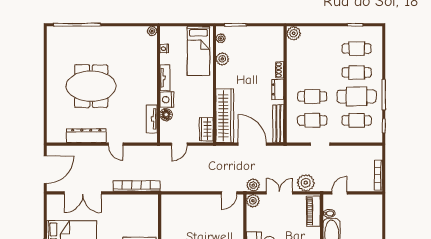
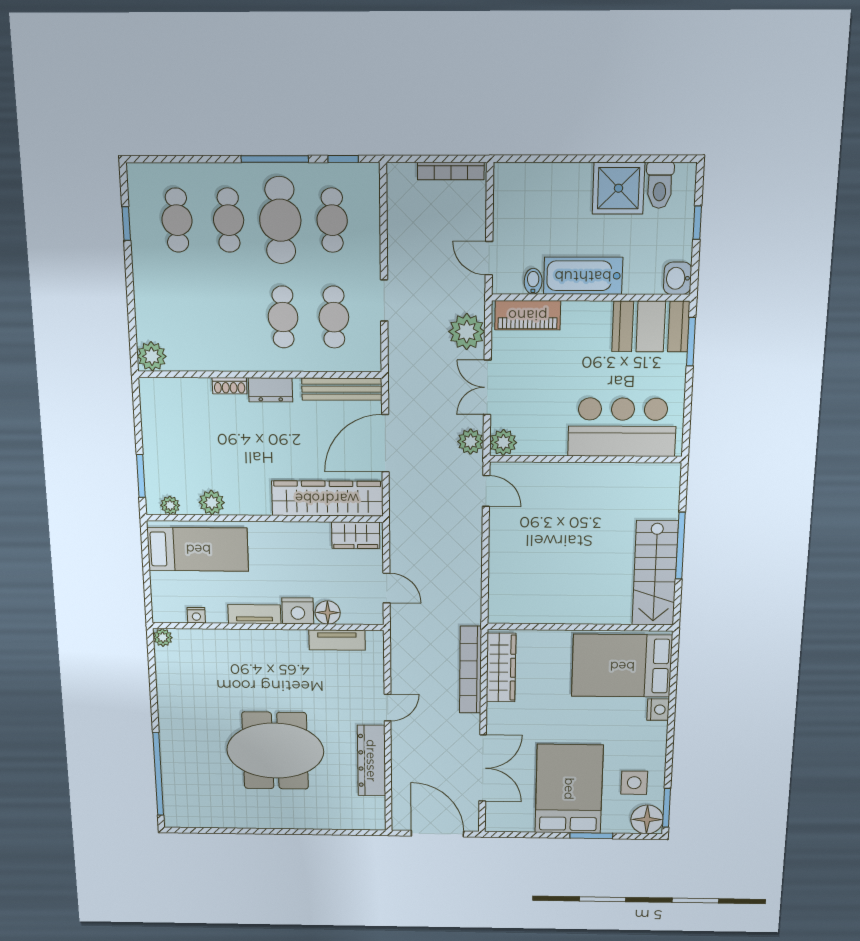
meeting table: (91, 86) -> (275, 751), turned 90
wardrobe: (138, 201) -> (501, 668), added

